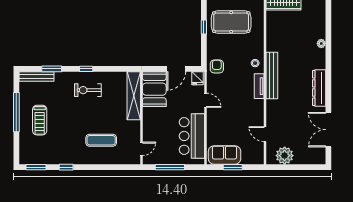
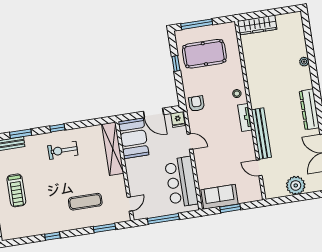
door: (176, 69) -> (154, 113), hinge flipped
bench: (272, 76) -> (261, 133), moved
plant: (285, 156) -> (296, 185), moved
window: (36, 167) -> (105, 228), moved

